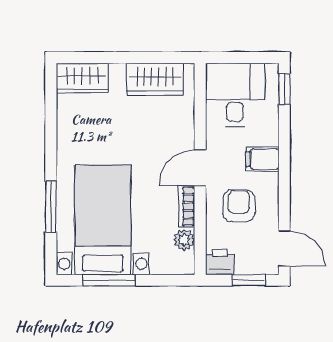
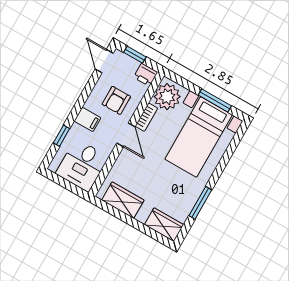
window: (284, 89) -> (62, 136), moved
door: (200, 168) -> (126, 135), hinge flipped
window: (51, 207) -> (200, 203), moved
plant: (184, 240) -> (167, 97), width x1.87, depth x1.87

